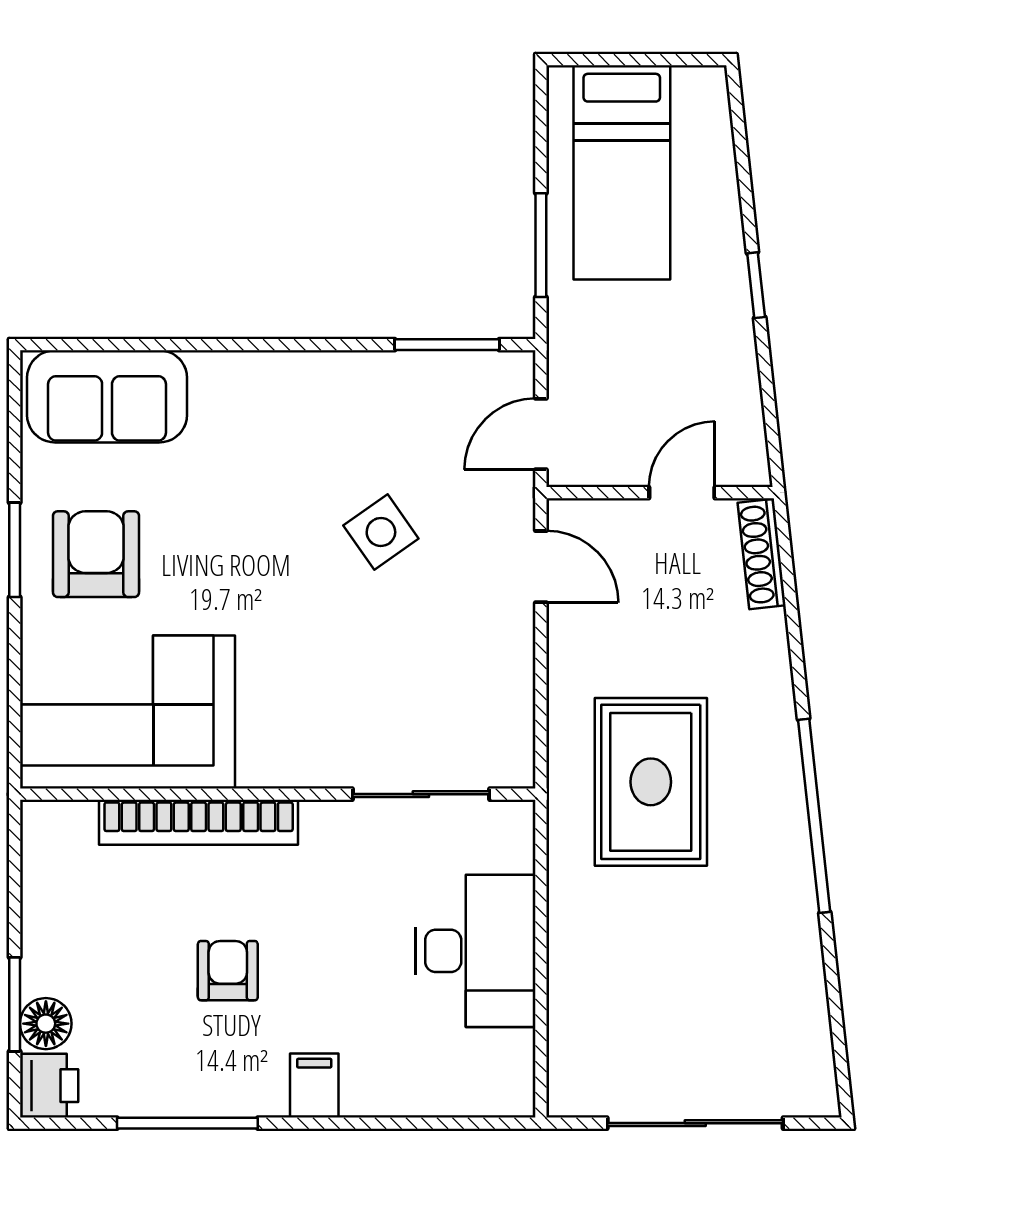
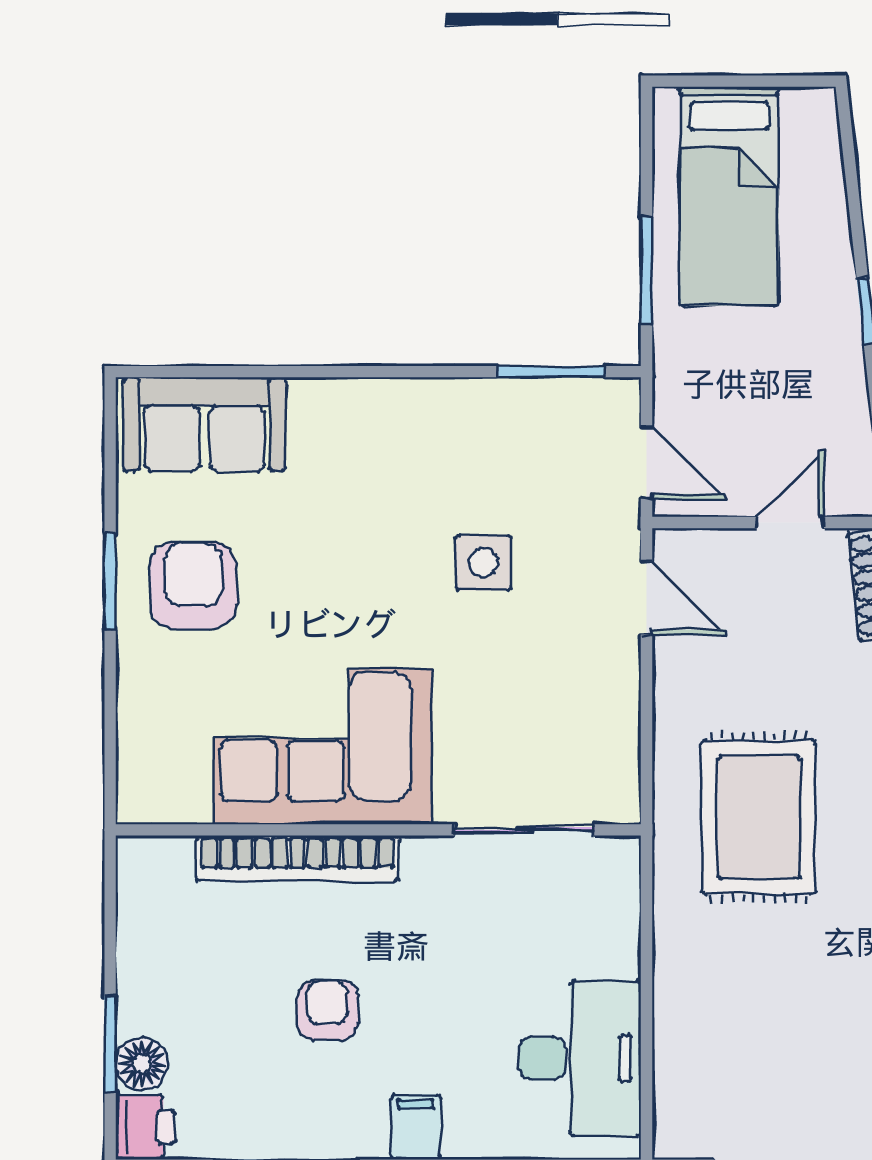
door: (541, 434) -> (647, 463), swing flipped
side table: (381, 532) -> (484, 563), turned 35
corner sofa: (127, 712) -> (323, 746), moved
desk: (476, 951) -> (580, 1058), moved

